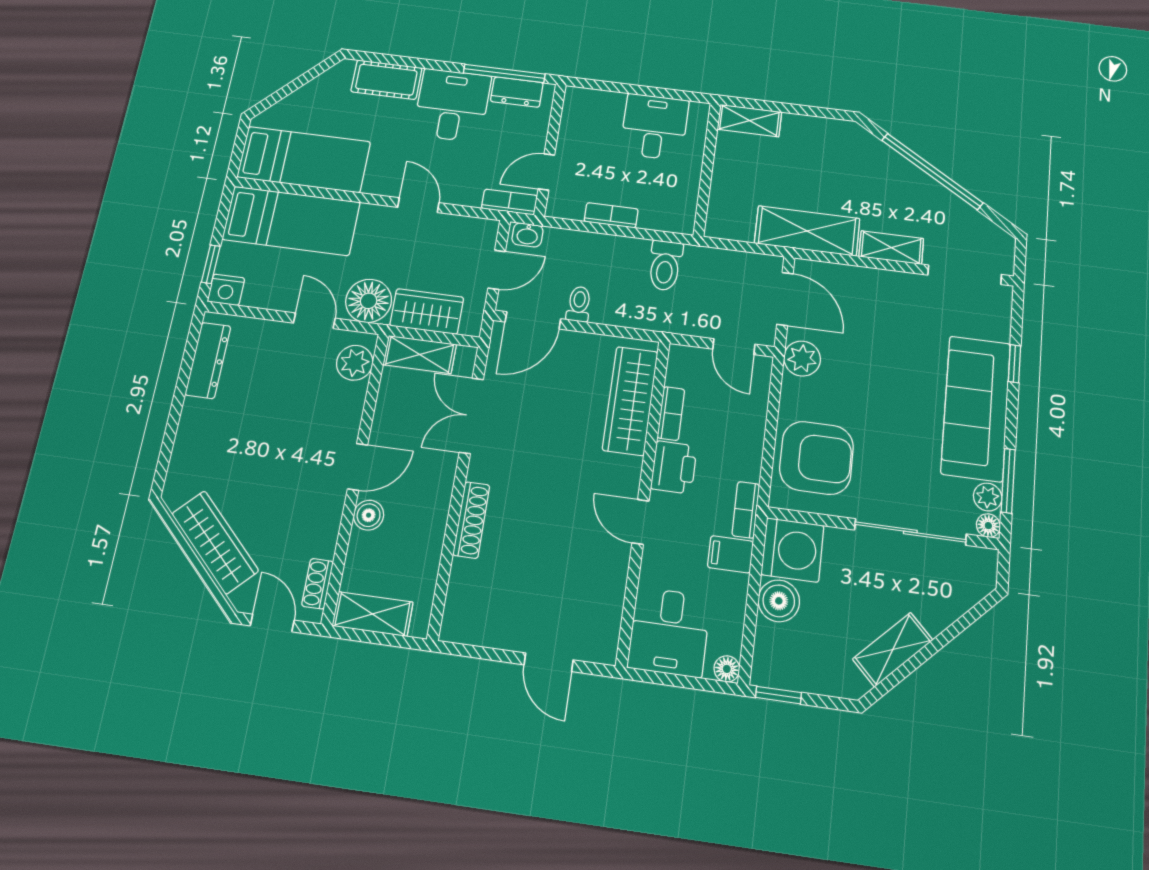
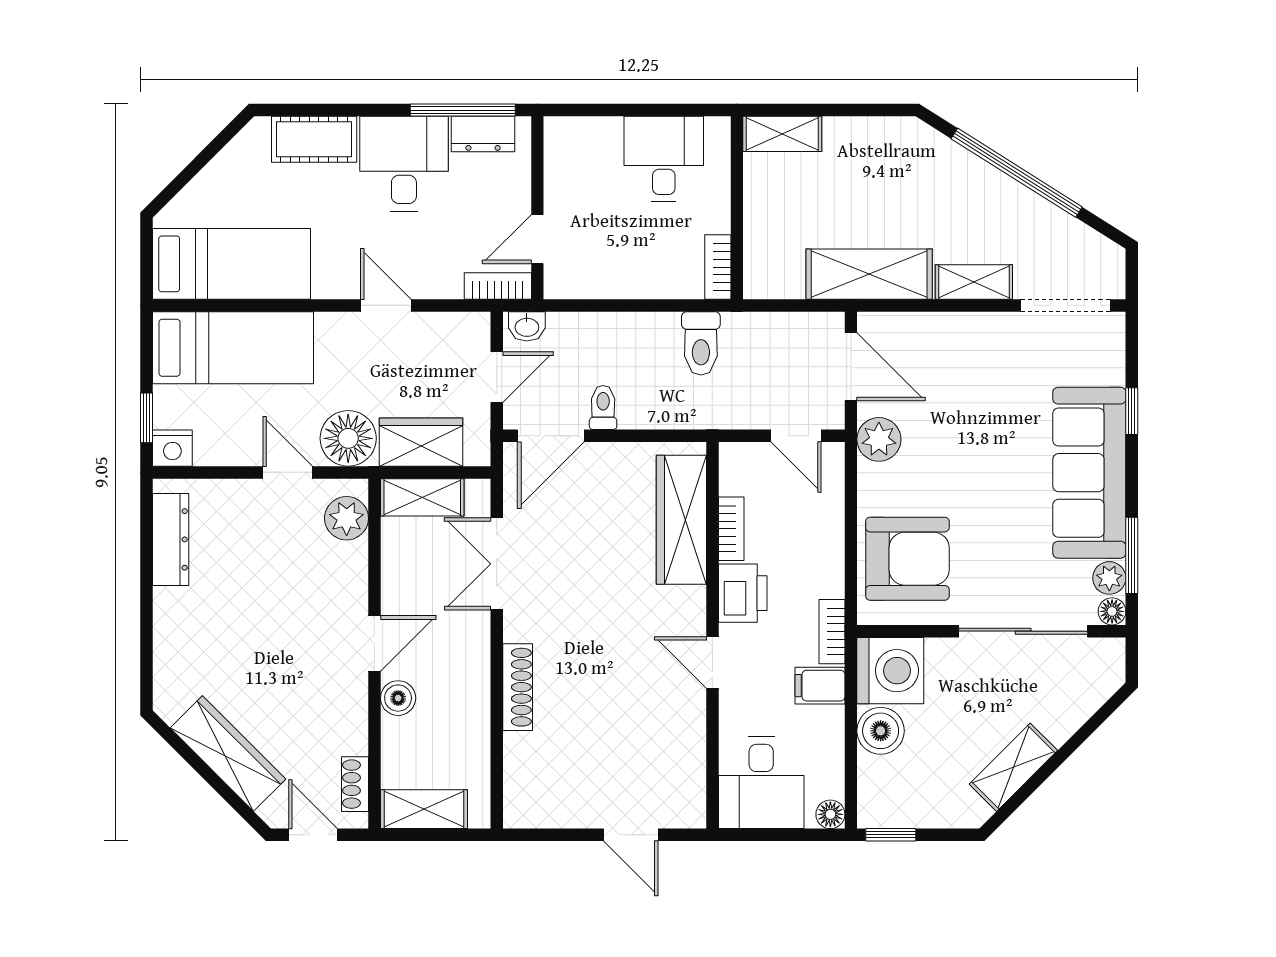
bookcase: (611, 215) -> (718, 267), moved, turned -90

